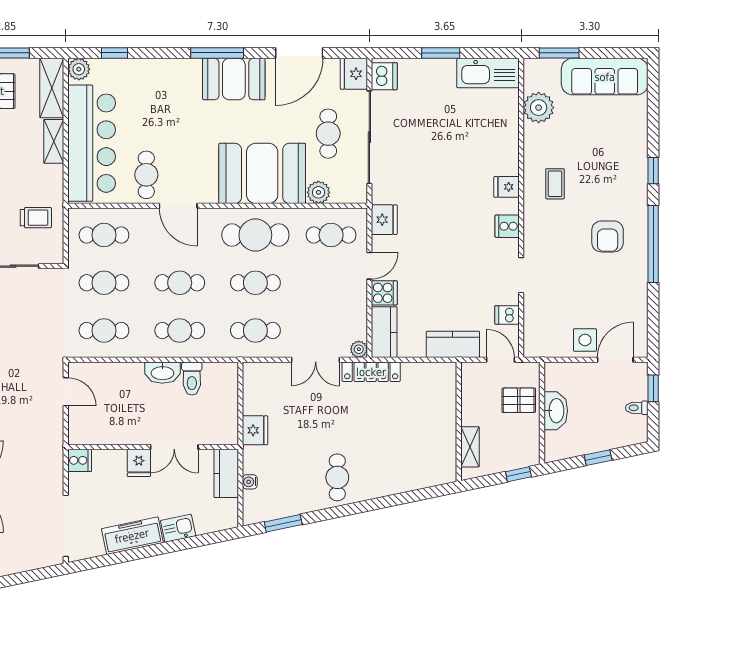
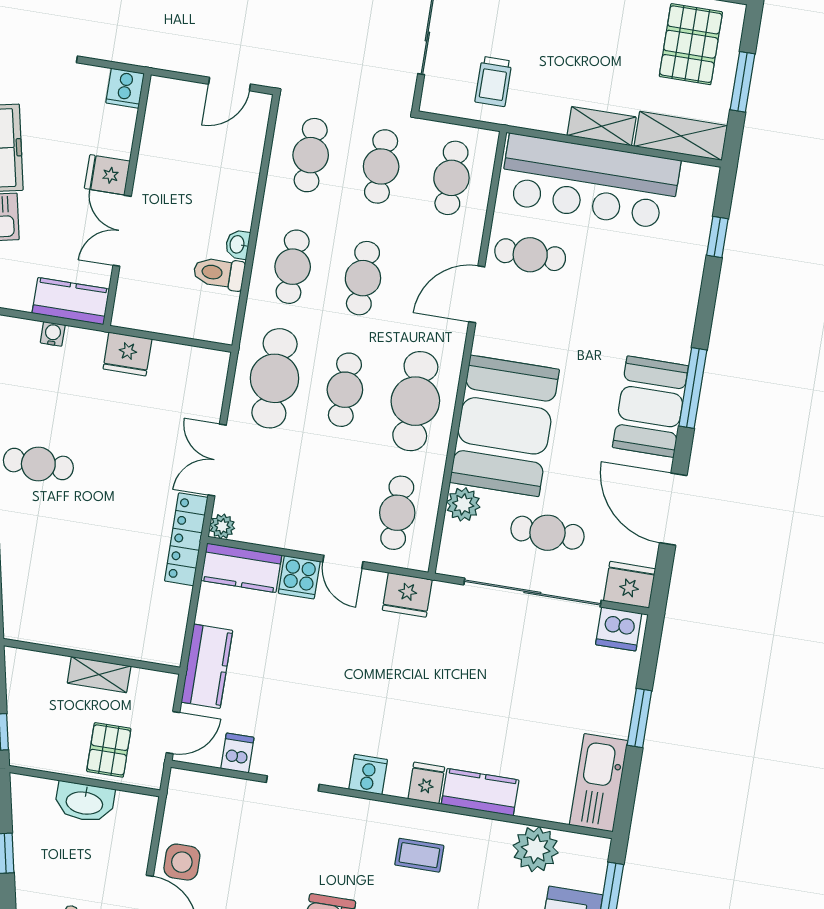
plant: (79, 69) -> (702, 180), removed
kitchen counter: (507, 150) -> (480, 792), added
cafe table: (255, 331) -> (274, 378), width x1.37, depth x1.35
washbasin: (162, 373) -> (238, 244), width x0.52, depth x0.69
shelving: (470, 447) -> (99, 675), moved

